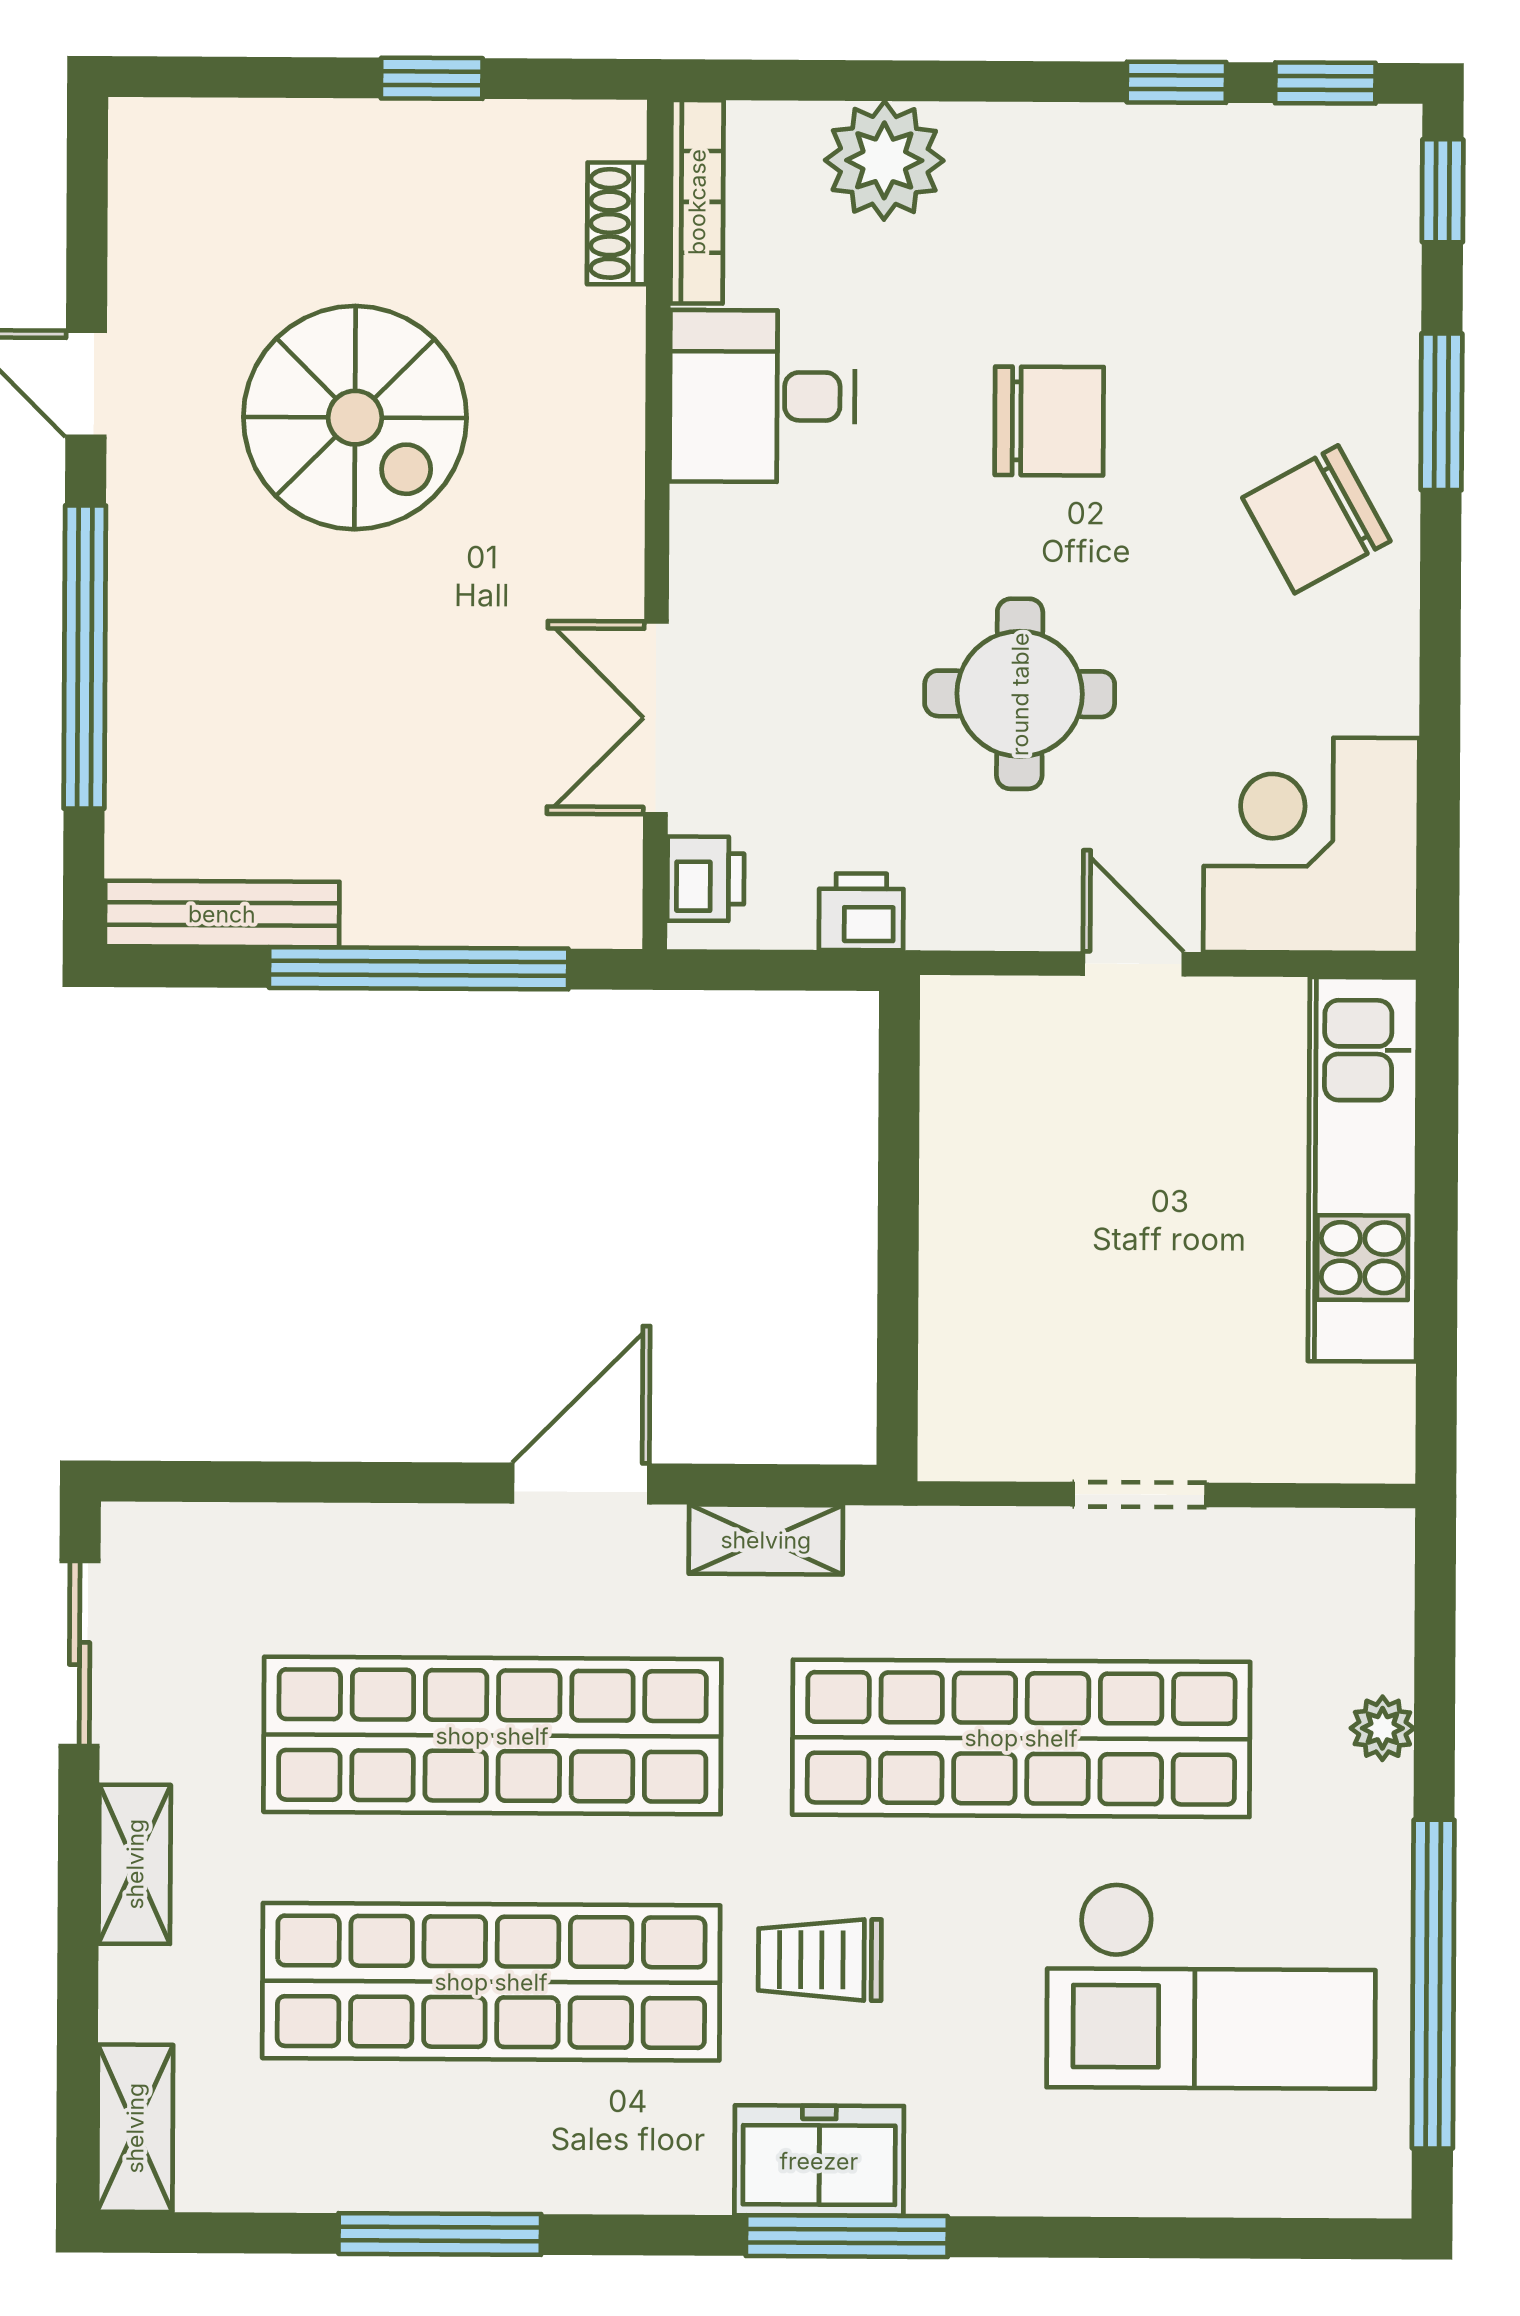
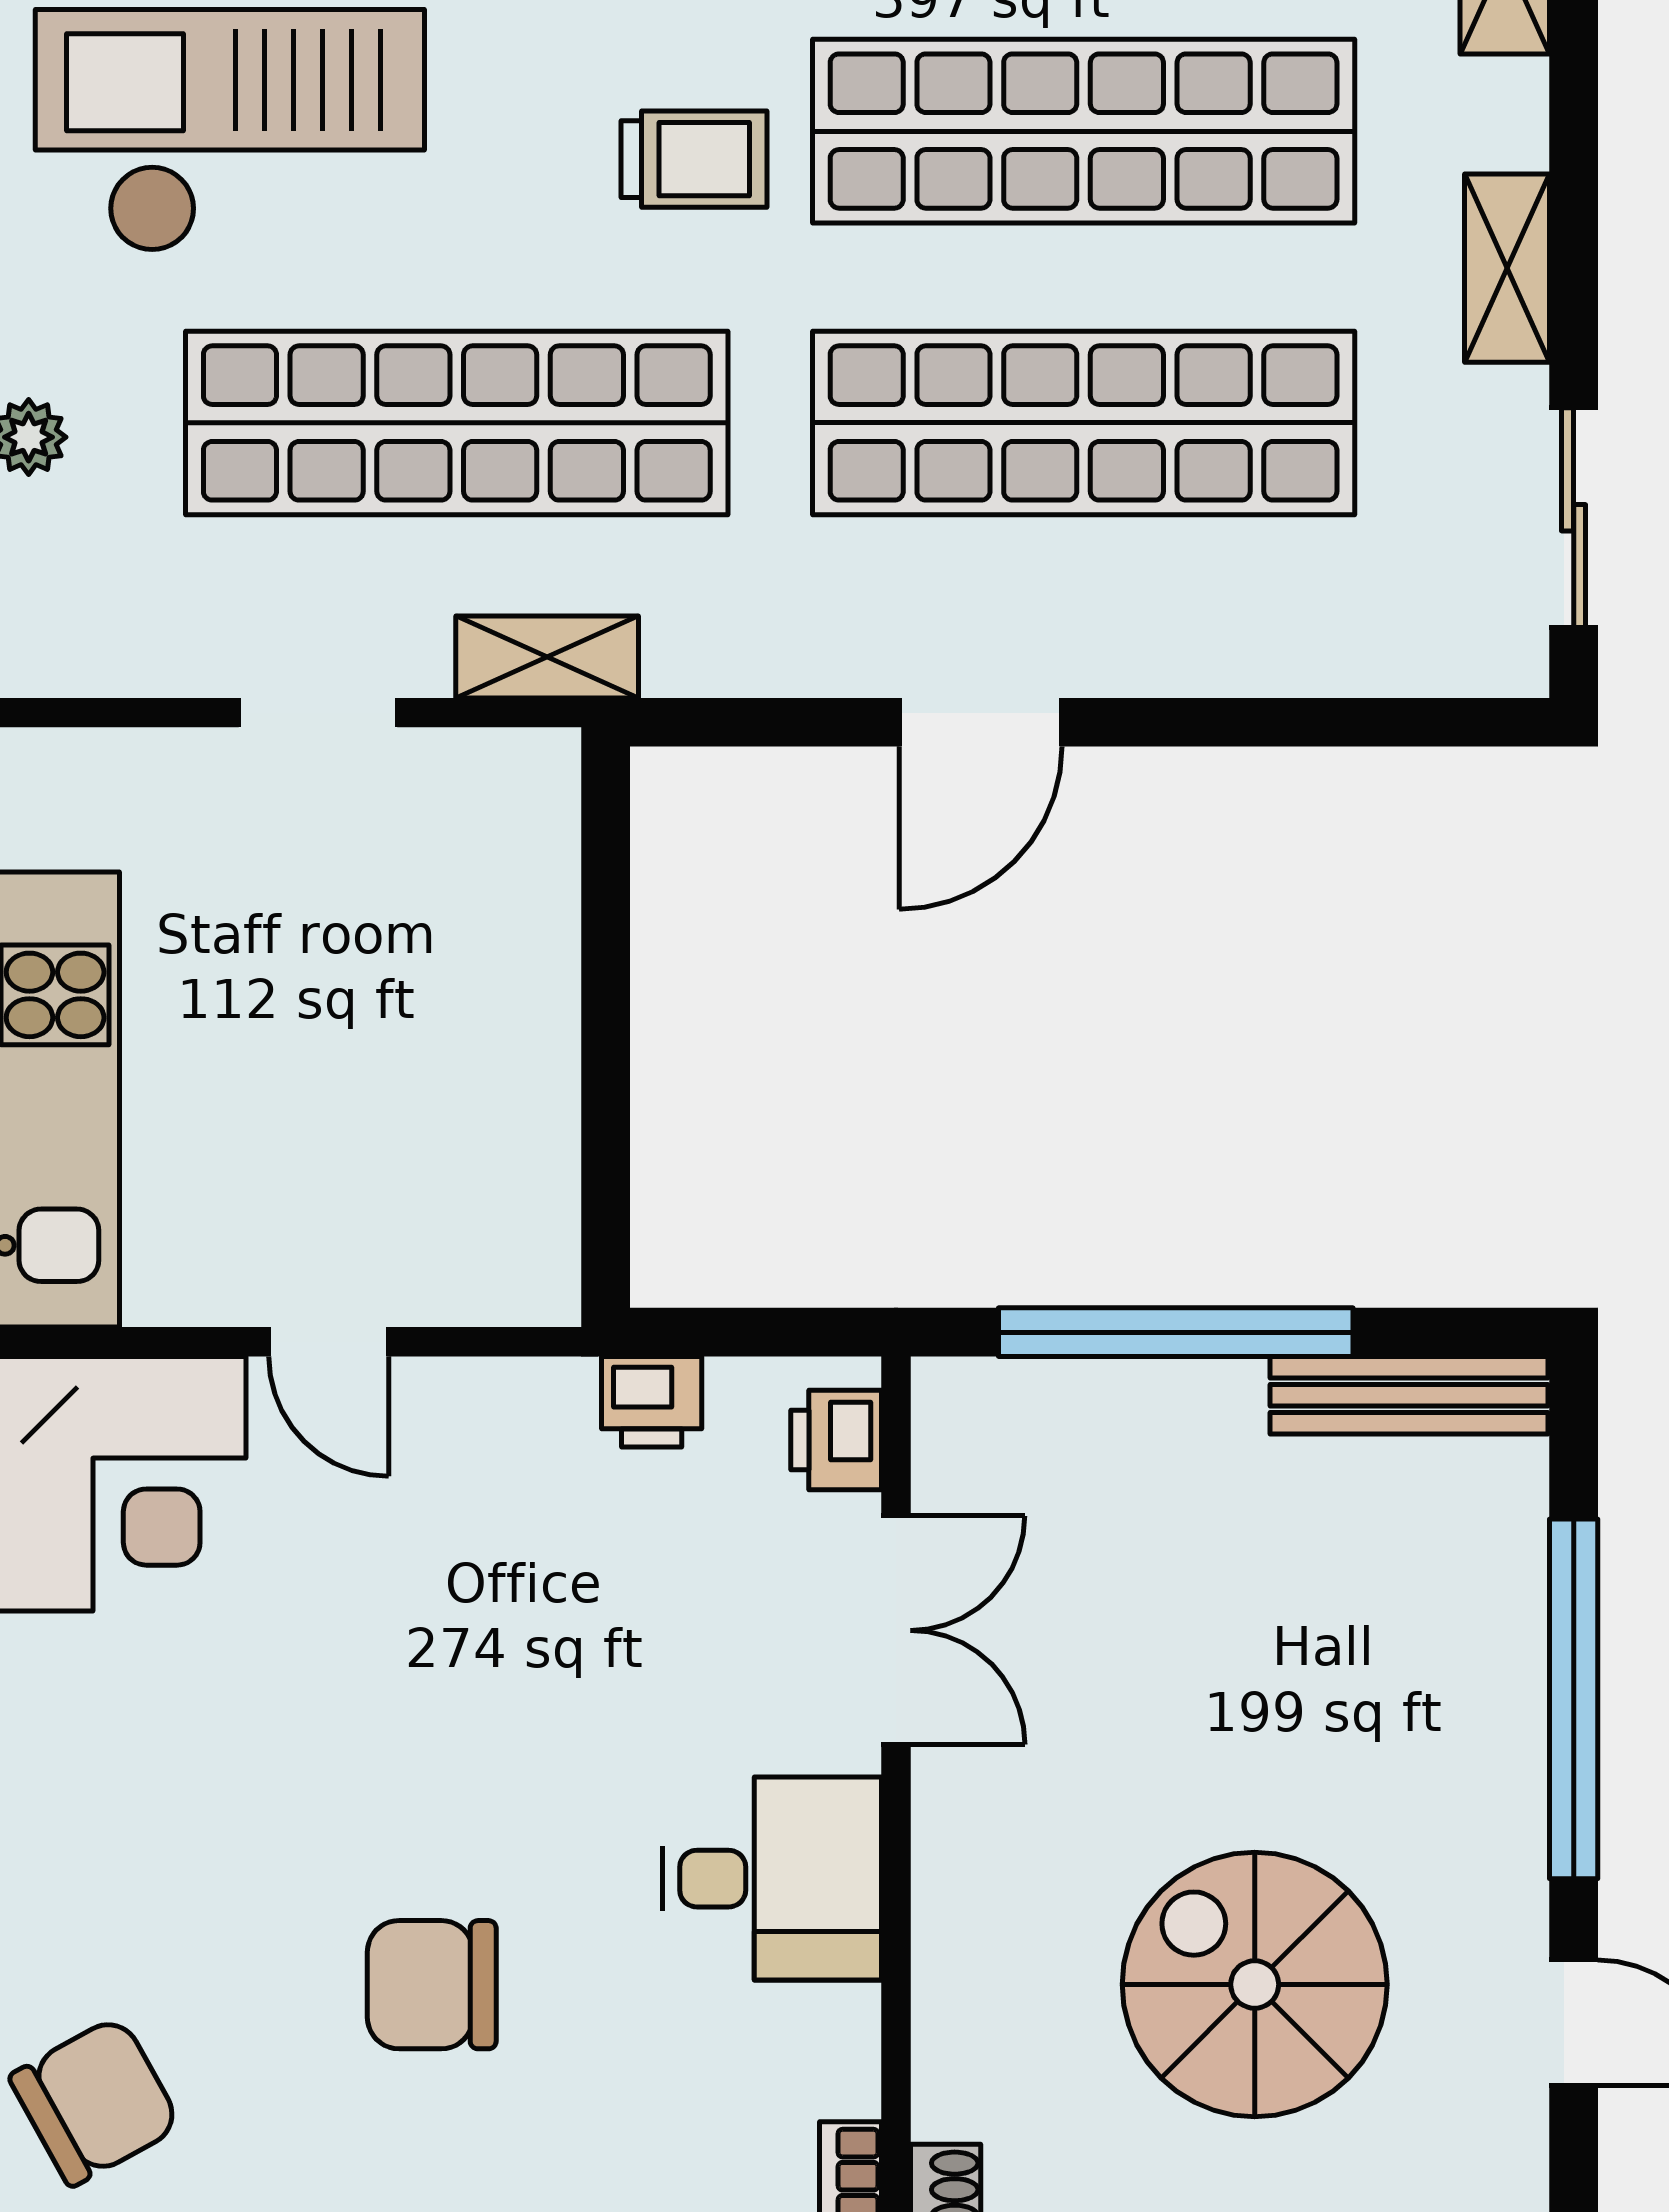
desk: (762, 396) -> (772, 1879), moved
chair: (1316, 519) -> (95, 2101), moved
round table: (1020, 694) -> (465, 1661), removed
shelving: (766, 1540) -> (547, 657), moved

